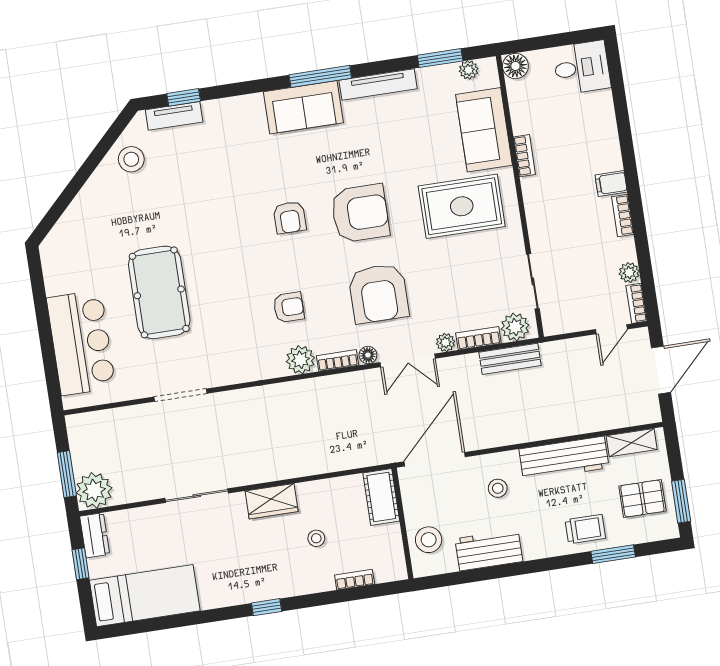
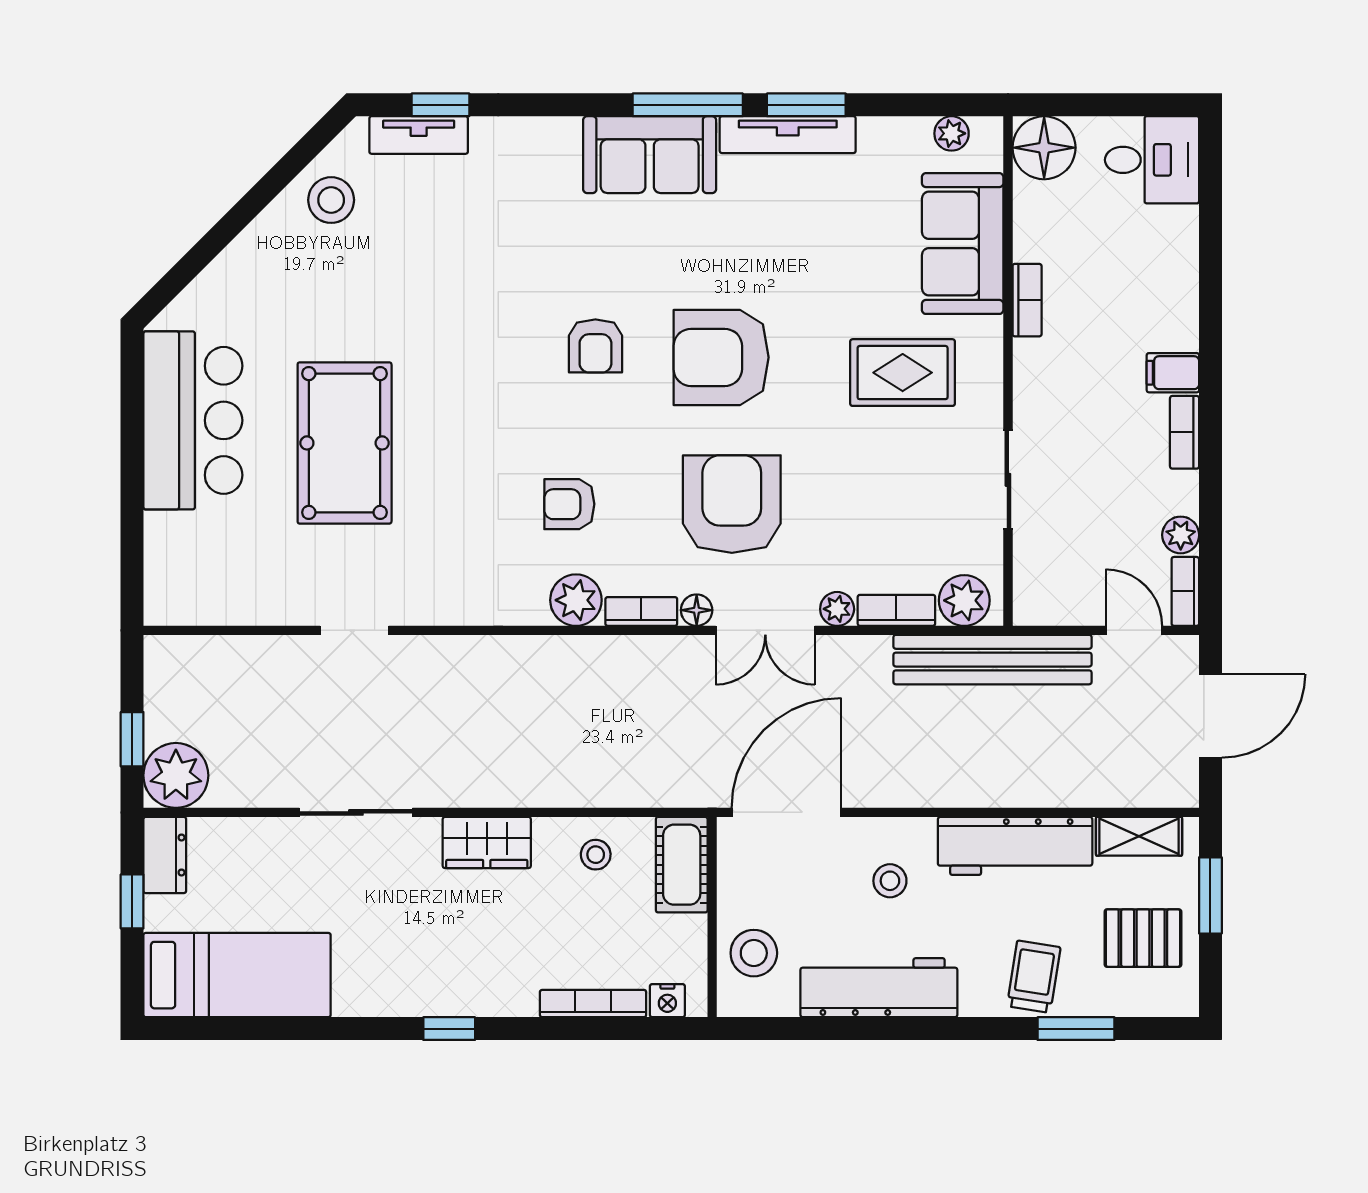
window: (440, 58) -> (806, 105), moved
floor lamp: (515, 66) -> (1044, 148), width x1.38, depth x1.38
rug: (462, 206) -> (903, 373), width x0.73, depth x0.70
armchair: (360, 213) -> (721, 357), turned 180
sliding door: (533, 281) -> (1008, 480), moved
armchair: (378, 293) -> (732, 504), turned 180
armchair: (289, 307) -> (569, 504), turned 180
door: (611, 329) -> (1134, 630), swing flipped
bar counter: (81, 343) -> (193, 420), moved
bench: (510, 359) -> (992, 660), width x1.86, depth x1.21
doorway: (180, 395) -> (354, 630), width x0.73
window: (67, 474) -> (132, 739), width x0.67
window: (681, 501) -> (1210, 895), moved
trolley: (585, 529) -> (1034, 977), turned -81
stool: (316, 538) -> (596, 855), moved
workbench: (489, 550) -> (879, 988), width x1.38
nightstand: (385, 573) -> (667, 1001), added
bookcase: (355, 580) -> (593, 1004), width x1.56

